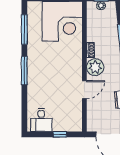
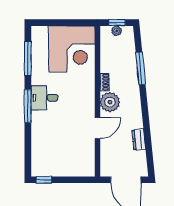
desk: (41, 120) -> (44, 98), moved, turned 90
window: (60, 134) -> (44, 180), moved

